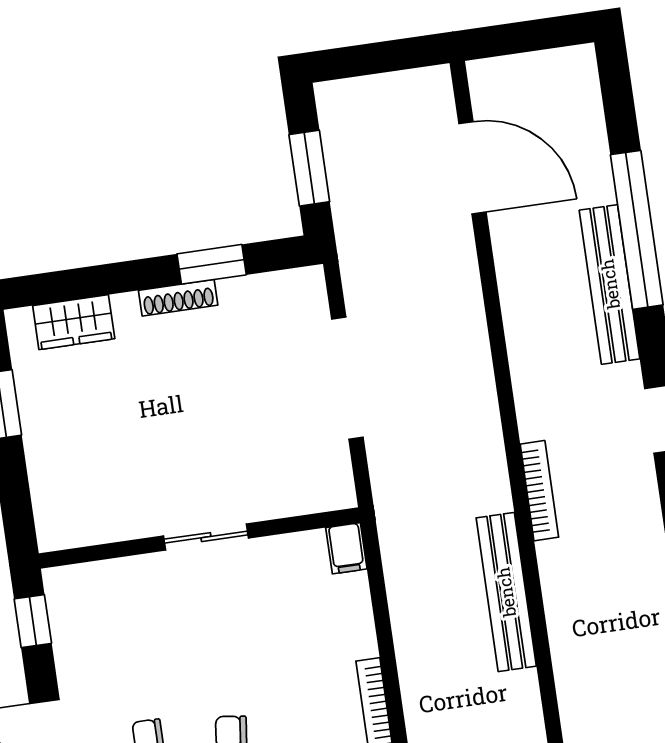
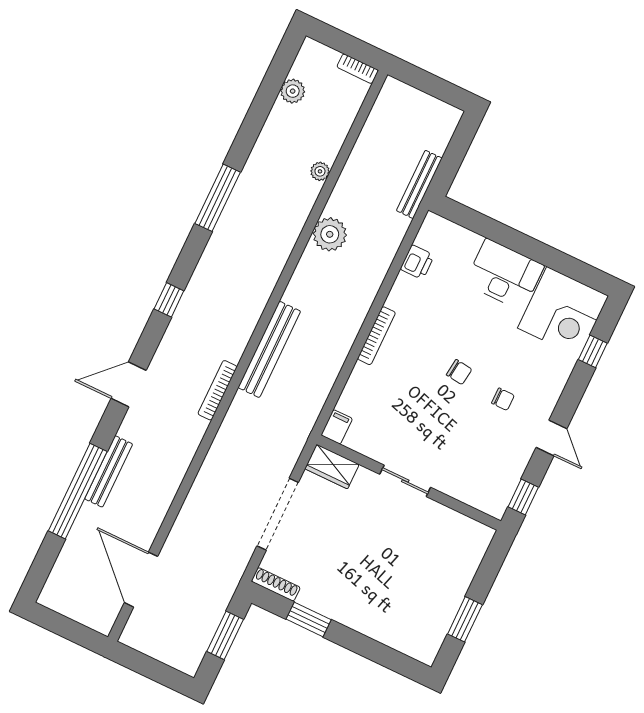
bench: (610, 284) -> (109, 471), width x0.73, depth x0.82
shoe rack: (178, 298) -> (276, 584), moved
wardrobe: (74, 322) -> (332, 466), moved, turned 180

